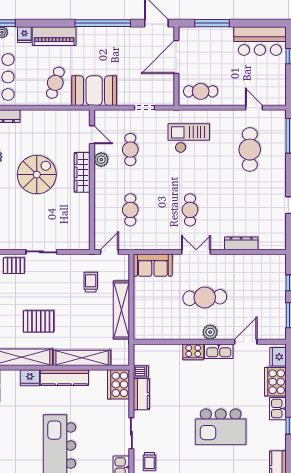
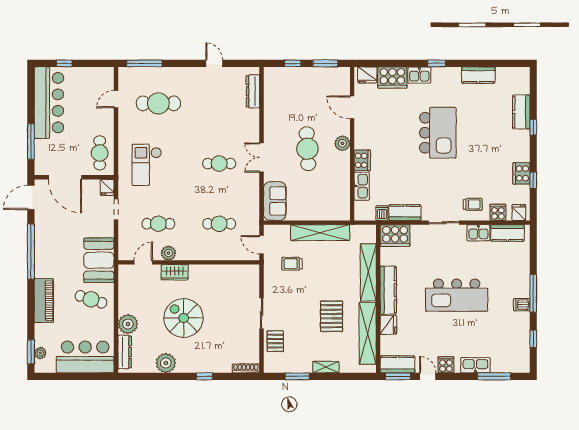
fridge: (24, 35) -> (107, 187), moved, turned 90
bar counter: (260, 41) -> (49, 103), width x1.36
plant: (31, 119) -> (128, 324), added
wardrobe: (82, 172) -> (175, 272), width x0.67
dresser: (241, 243) -> (253, 91), moved
kitchen sink: (219, 351) -> (362, 186), moved

